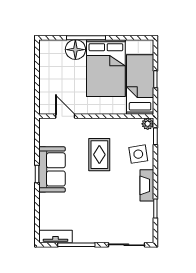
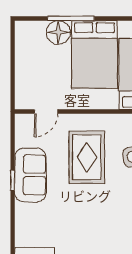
door: (65, 116) -> (46, 112), swing flipped
rug: (99, 155) -> (87, 157), width x1.36, depth x1.43

